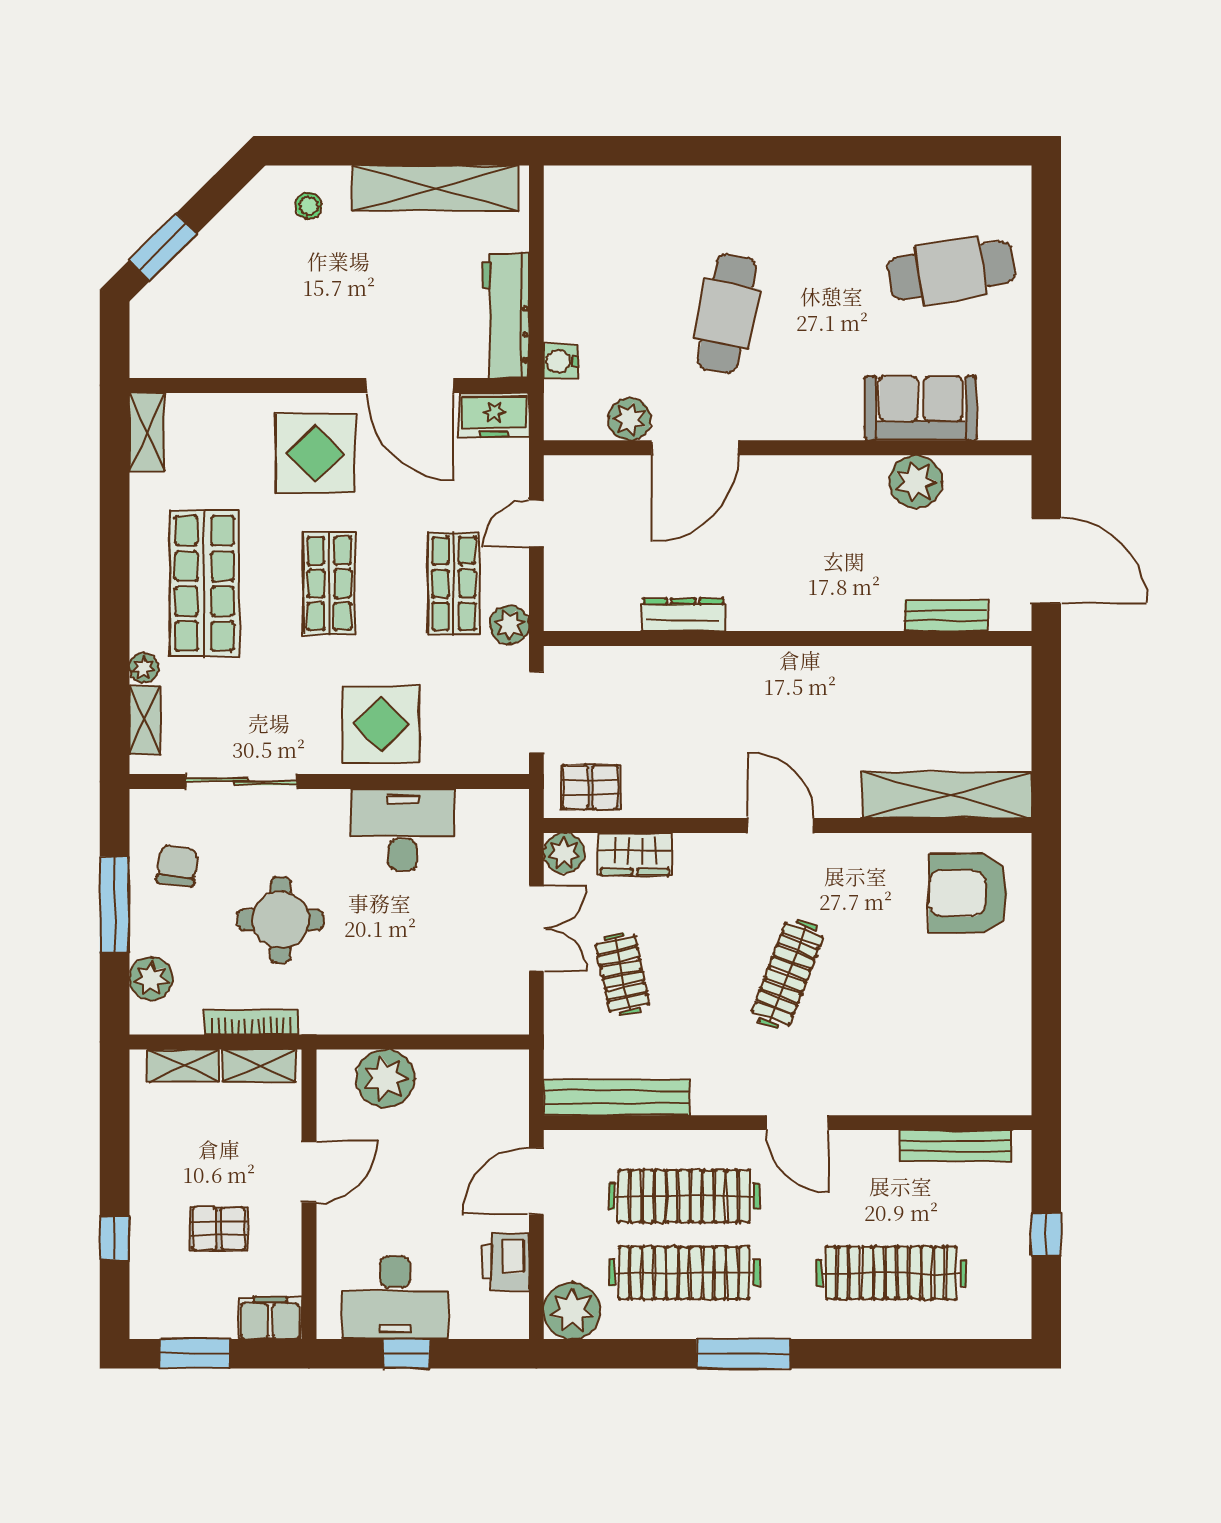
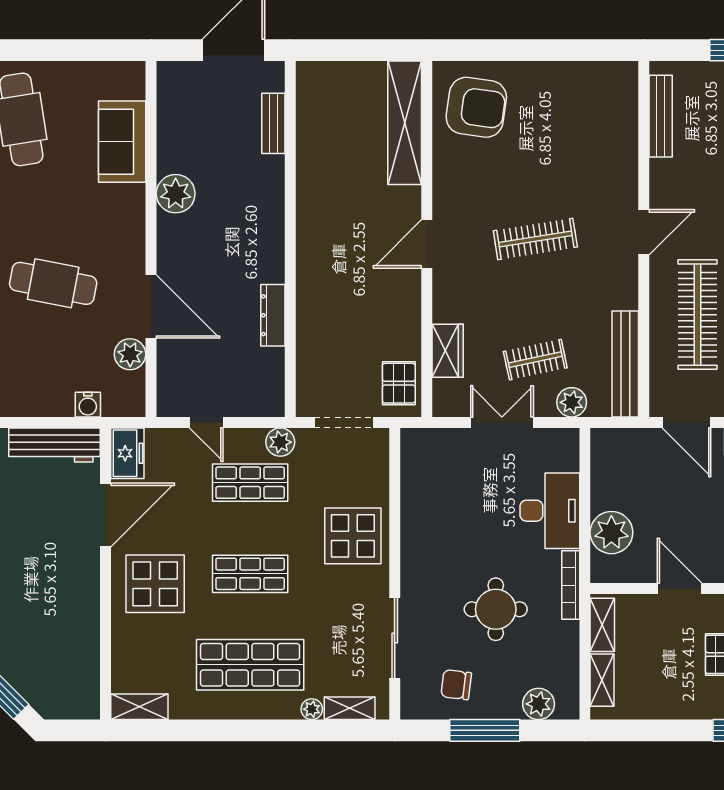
plant: (916, 482) -> (176, 194), moved
desk: (403, 830) -> (550, 511), moved, turned 180
plant: (564, 853) -> (572, 402), moved
armchair: (968, 893) -> (476, 107), turned -82
clothes rail: (788, 974) -> (535, 239), turned -30
bookcase: (251, 1023) -> (571, 585), moved

